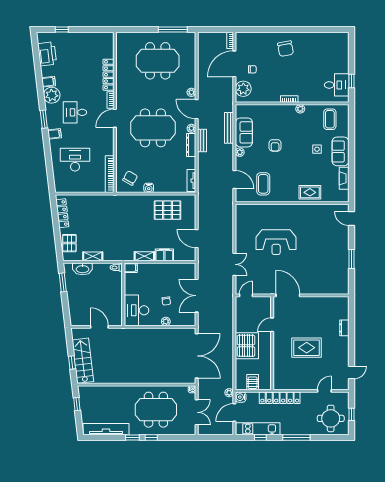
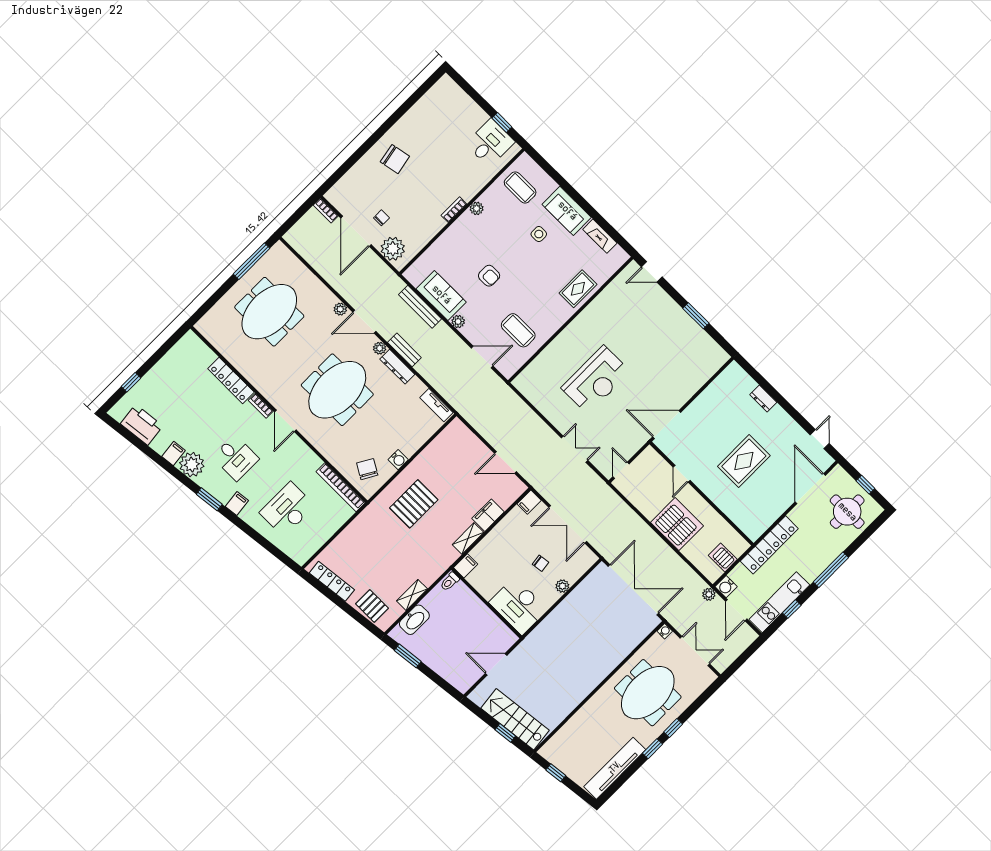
desk: (75, 112) -> (236, 458), turned -90
pallet: (168, 210) -> (414, 504), moved
filing cabinet: (189, 268) -> (529, 502), added
door: (324, 391) -> (810, 489), width x1.88

